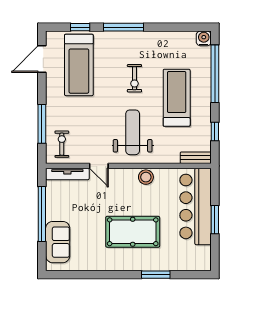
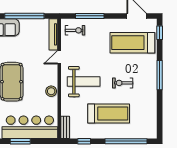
window: (80, 27) -> (160, 33), moved
water cooler: (204, 38) -> (152, 133), removed

